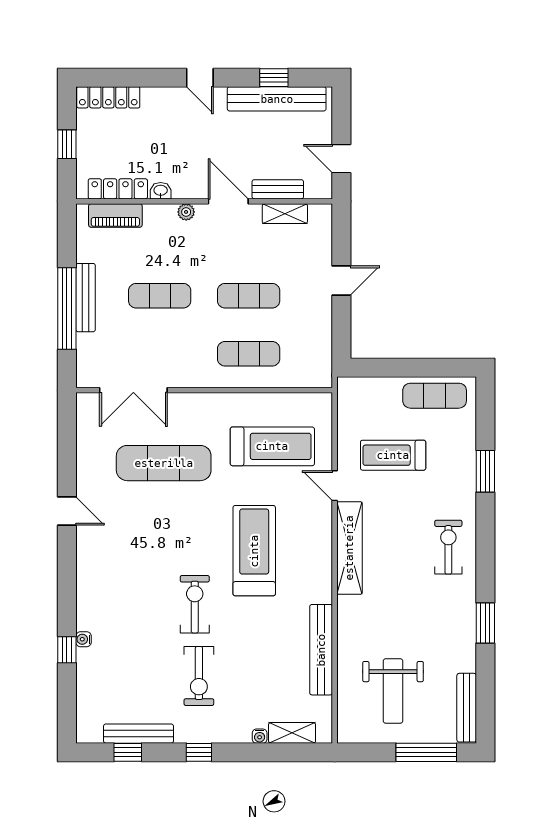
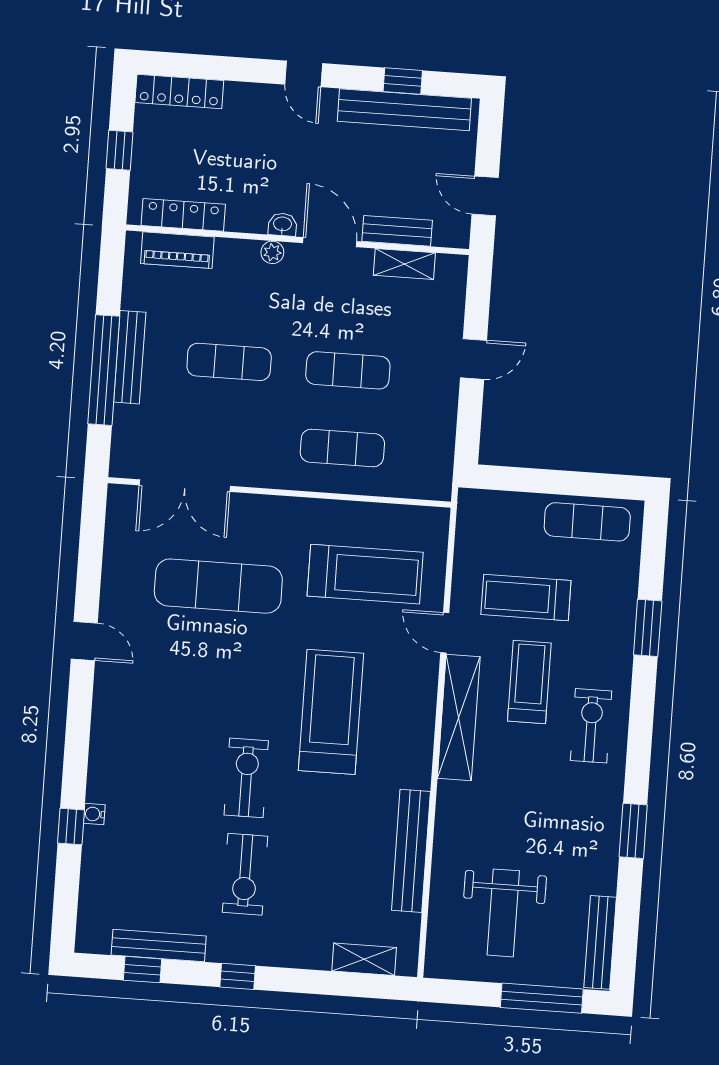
washbasin: (161, 191) -> (282, 225), moved
treadmill: (400, 518) -> (529, 682), added
water cooler: (260, 736) -> (320, 960), removed

